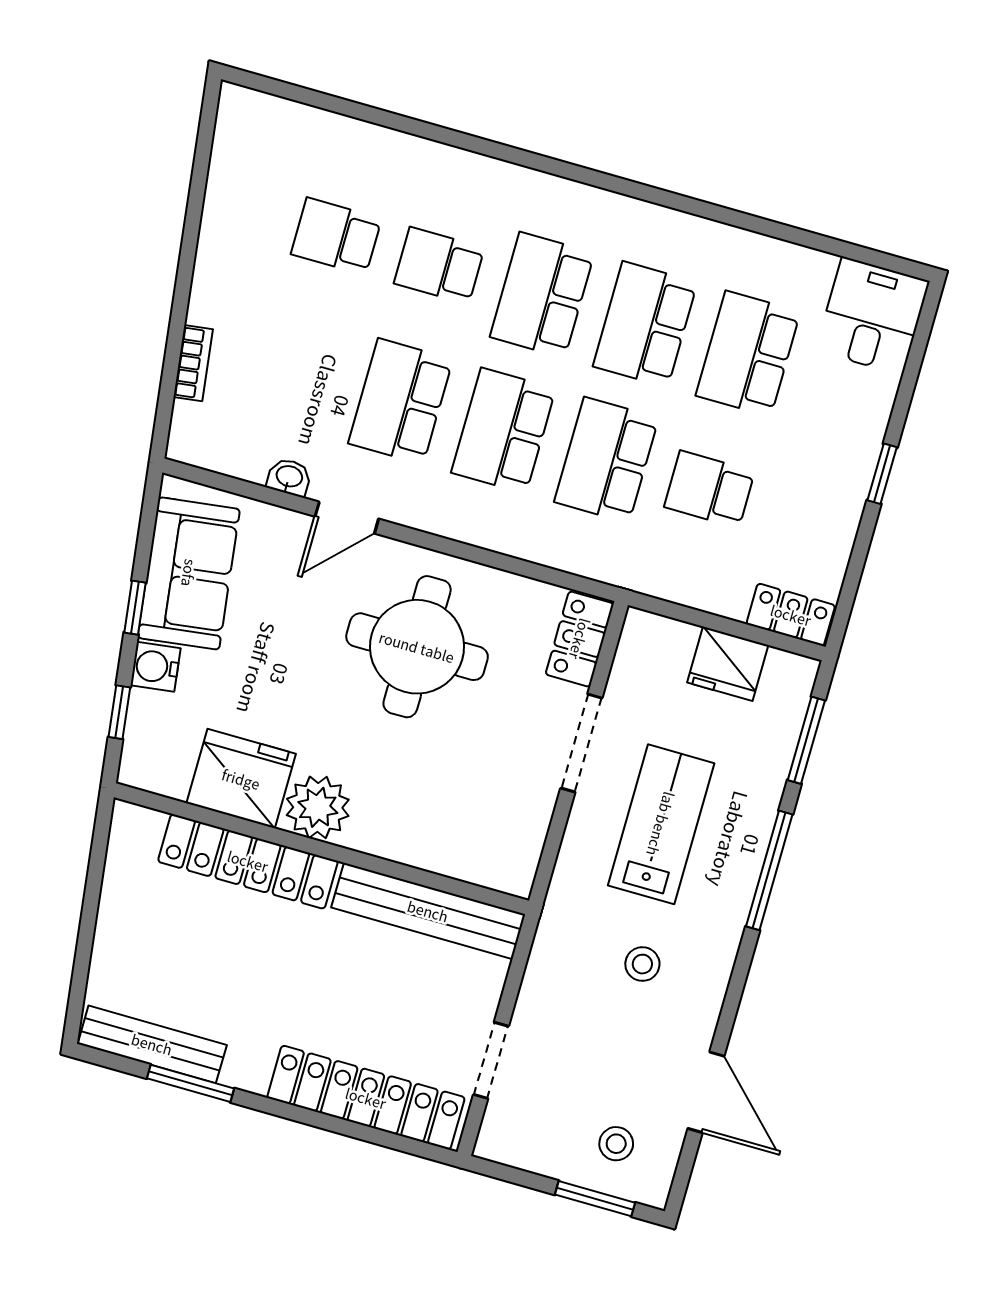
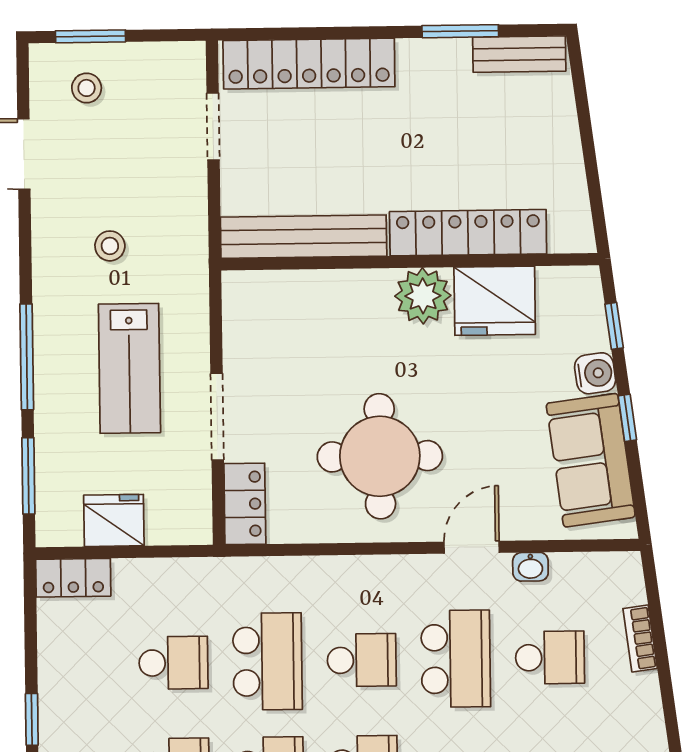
school desk: (298, 372) -> (550, 657), added
school desk: (503, 431) -> (362, 660), width x0.54
bench: (152, 1044) -> (519, 54), width x0.73

